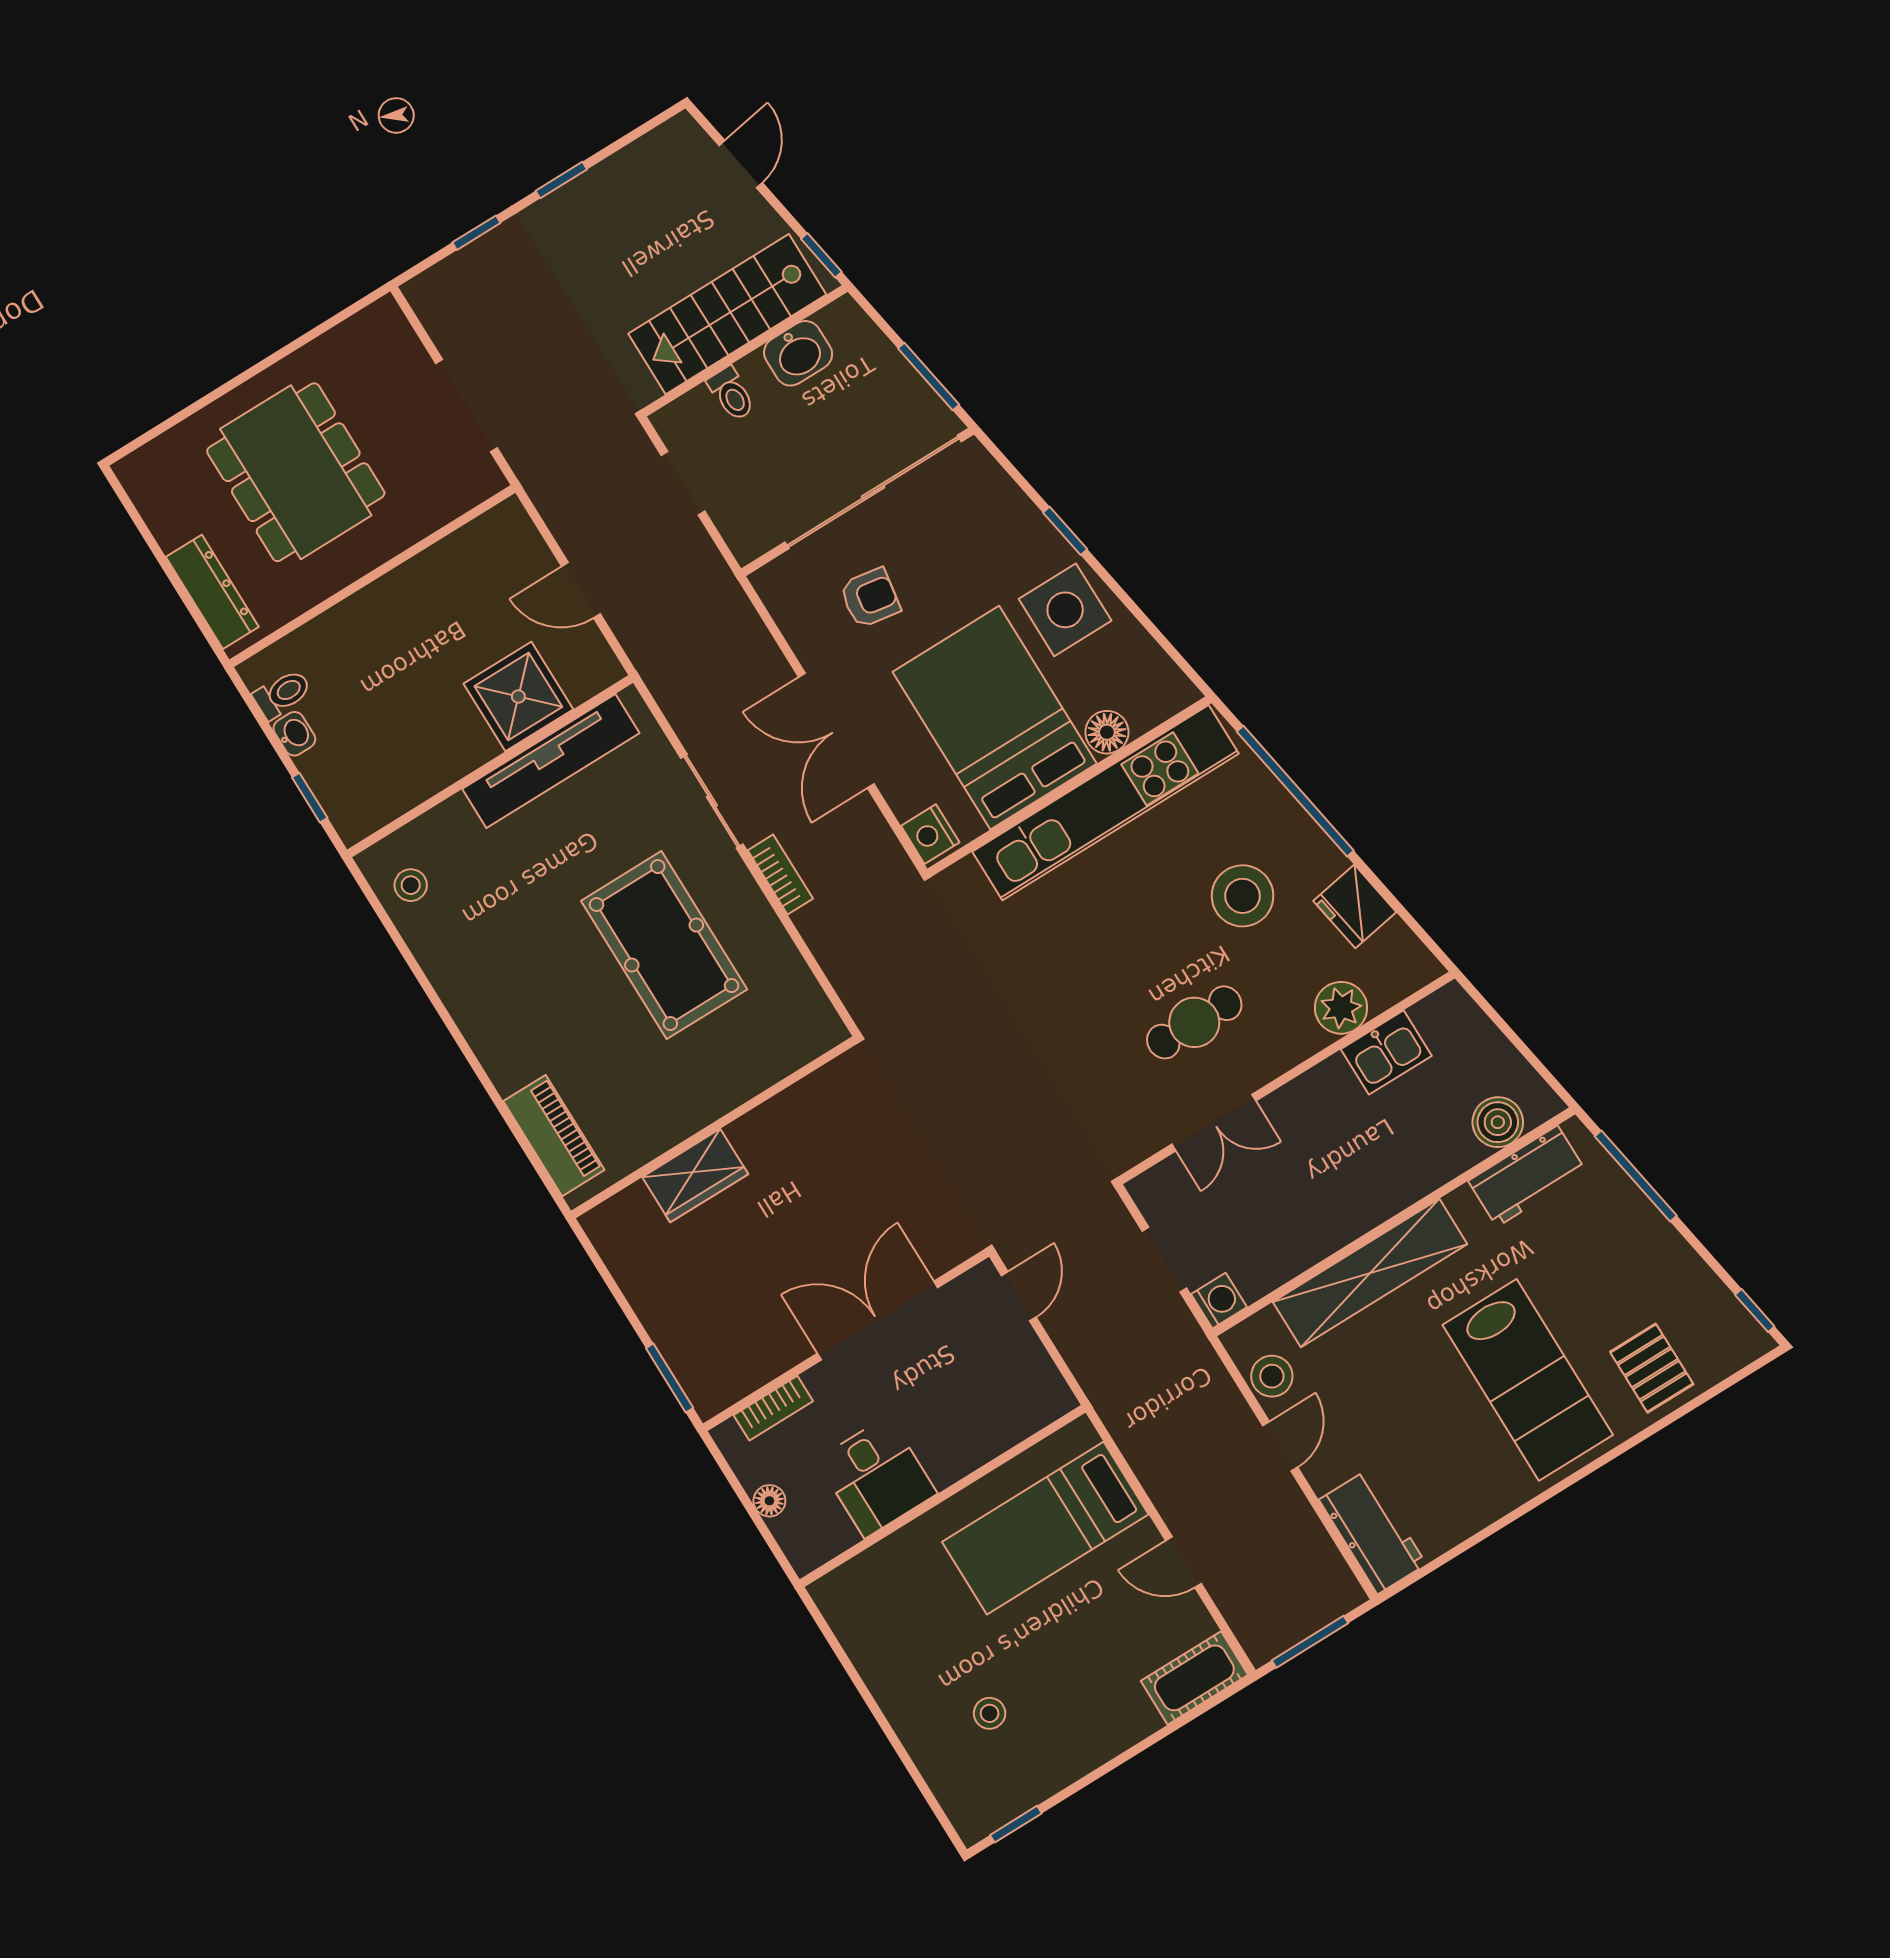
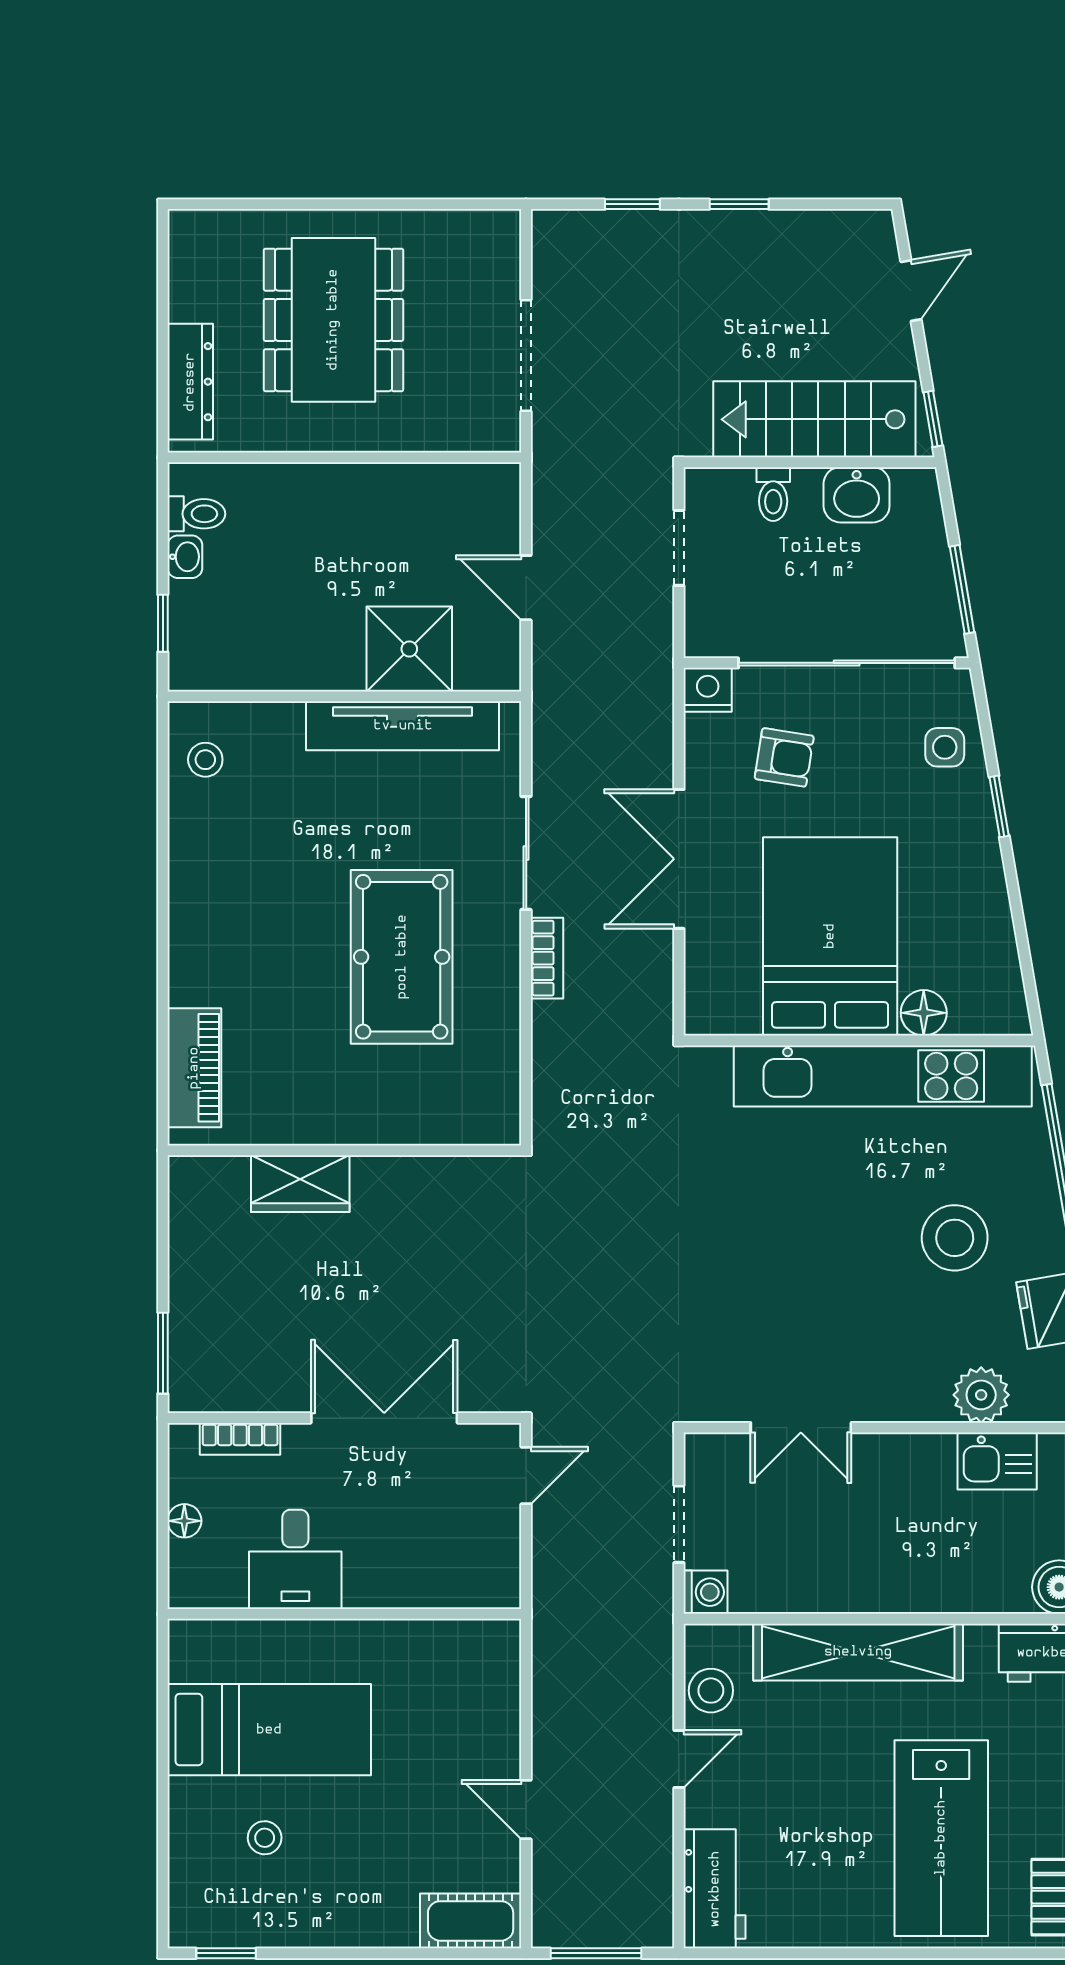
side table: (1065, 610) -> (945, 747), moved, width x0.54, depth x0.54
nightstand: (930, 834) -> (708, 690), moved, turned 90
cafe table: (1194, 1022) -> (840, 1326), removed
bed: (1045, 1528) -> (269, 1730), moved, turned 180

